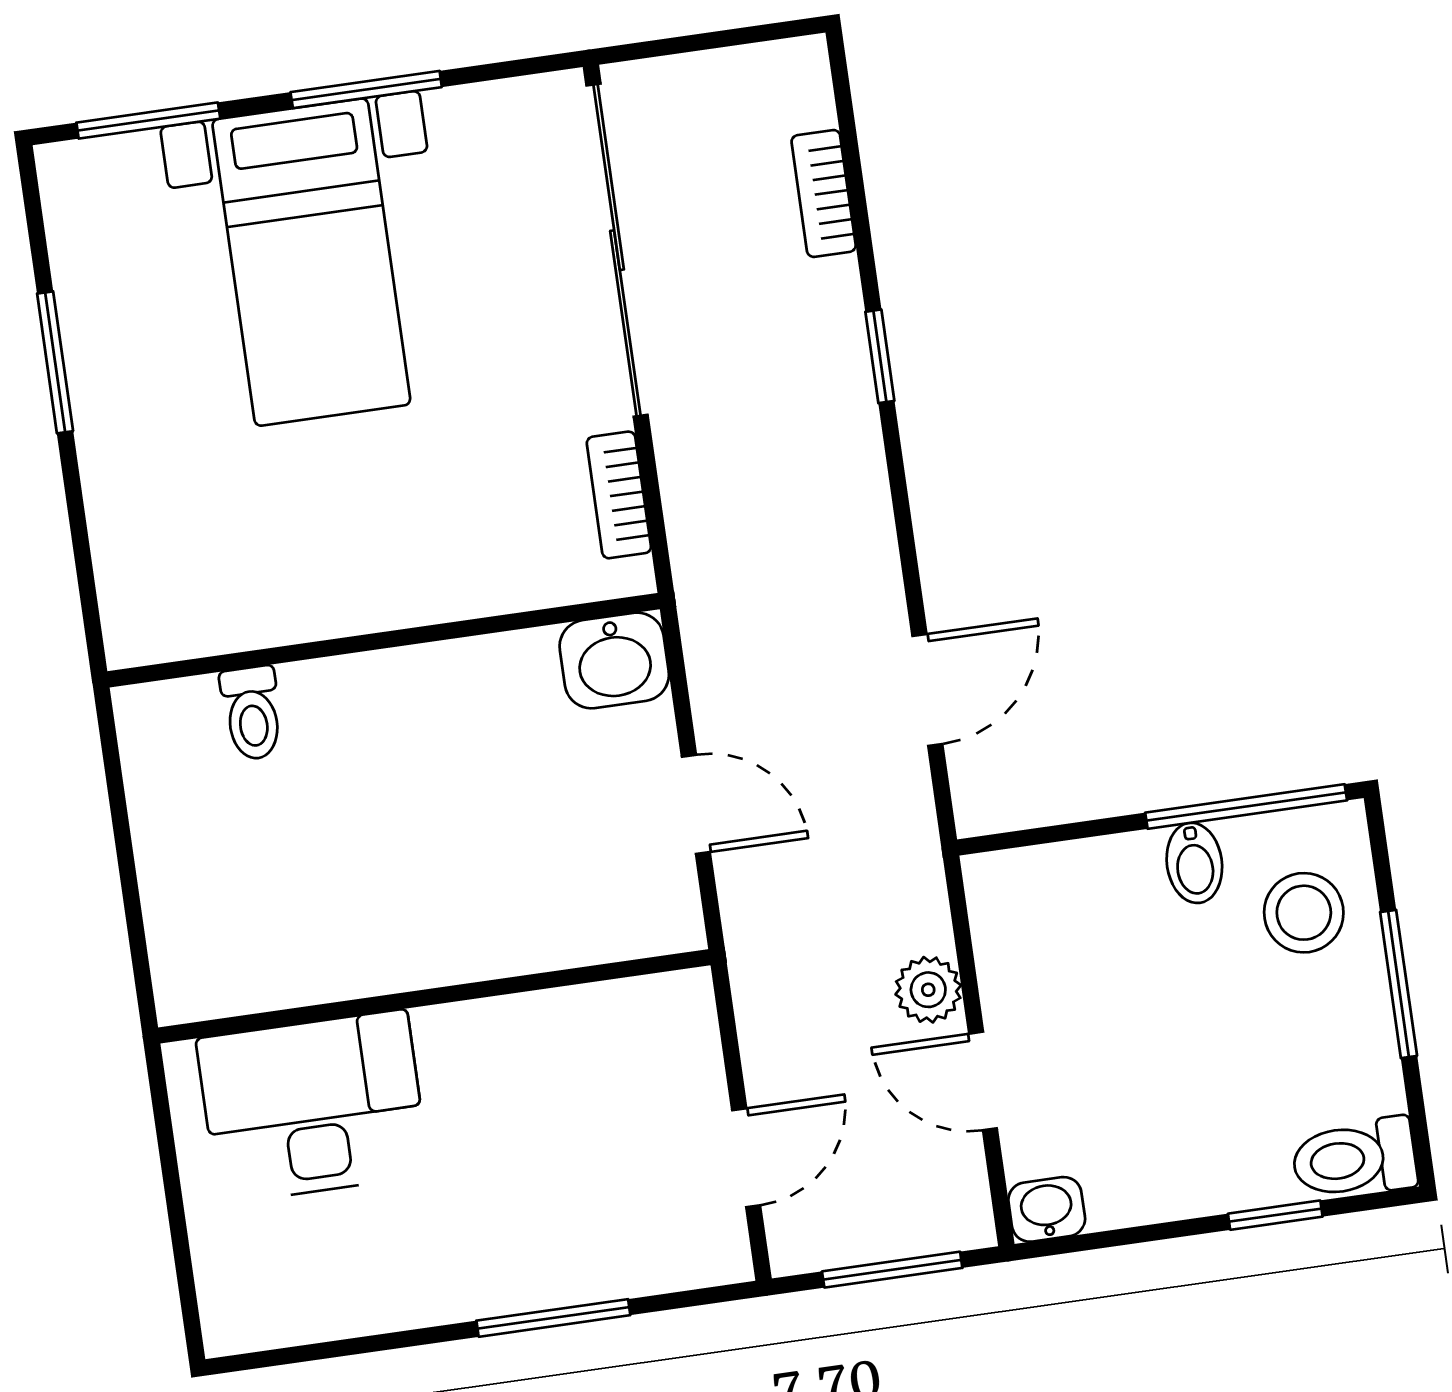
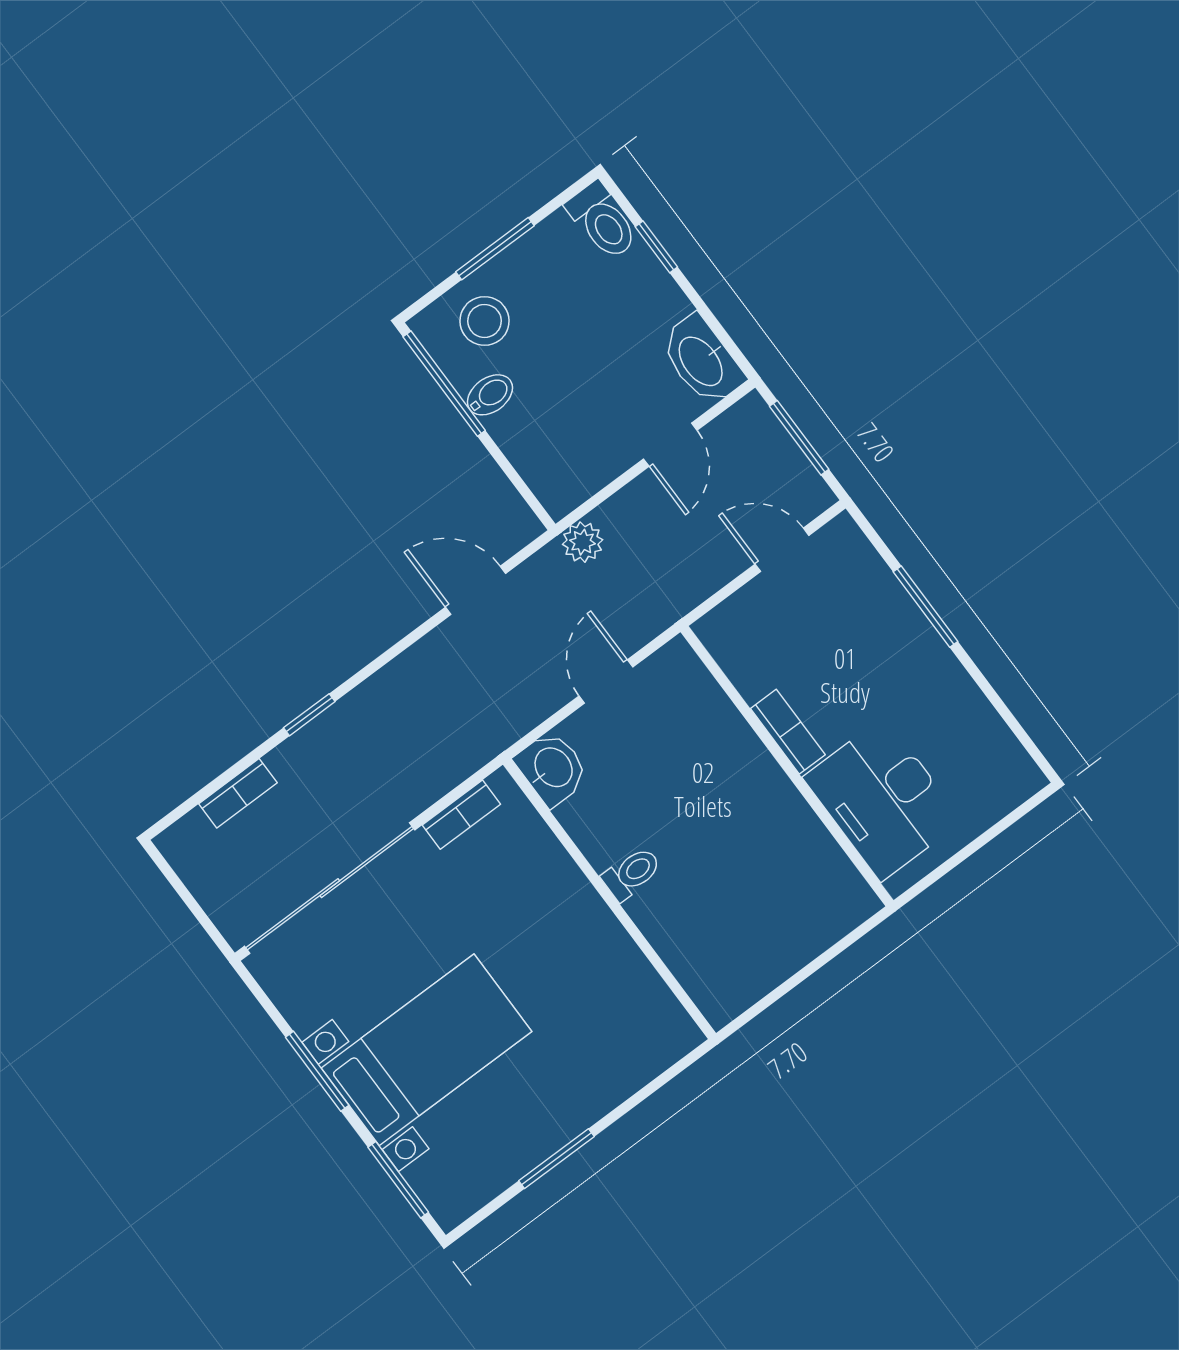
toilet: (252, 713) -> (632, 873), moved
plant: (928, 990) -> (583, 542), moved
bookcase: (483, 1024) -> (788, 732), added
washbasin: (1047, 1209) -> (702, 360), width x1.91, depth x1.45

